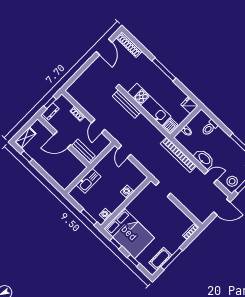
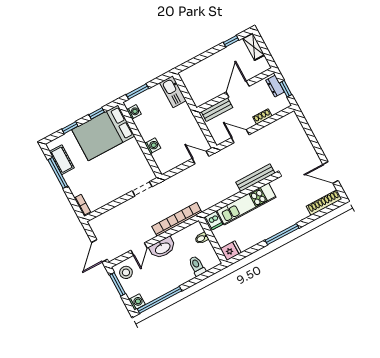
kitchen sink: (89, 181) -> (173, 92), moved

